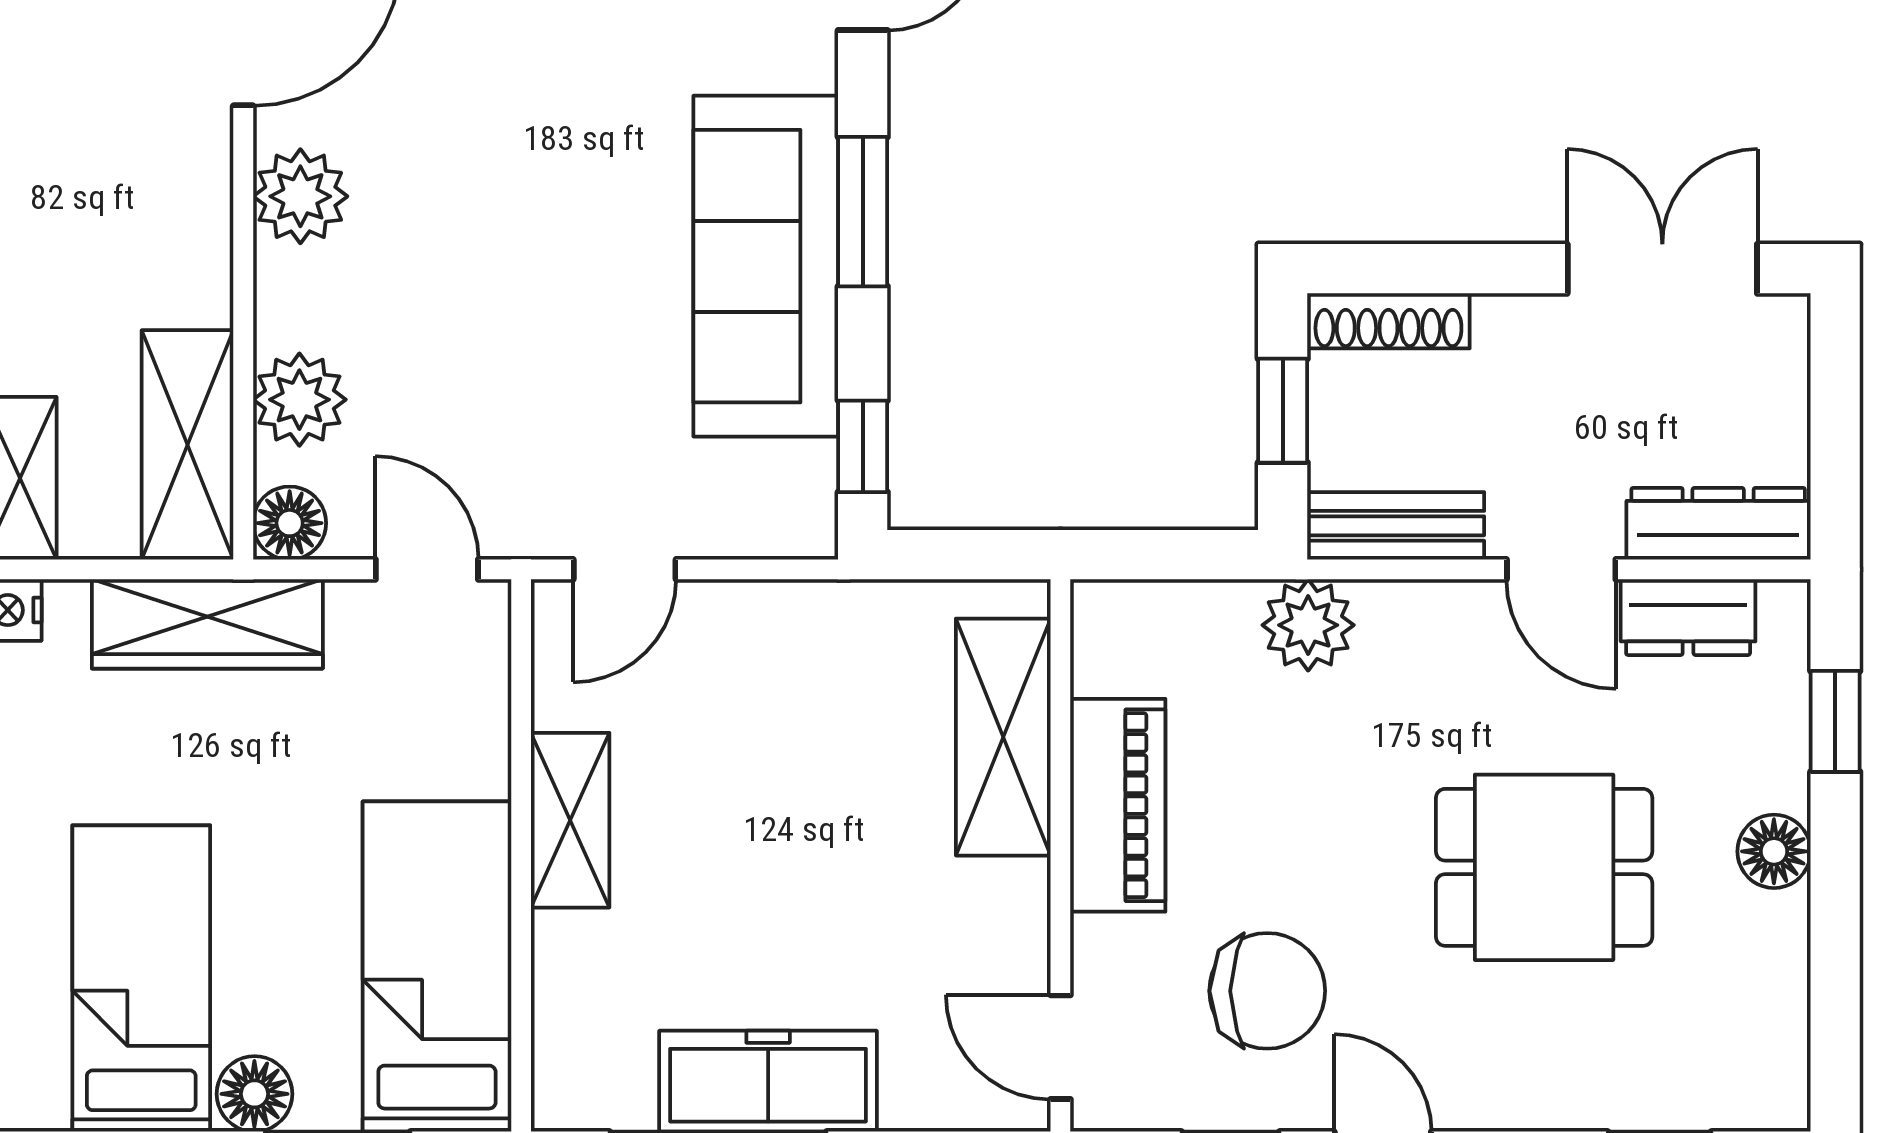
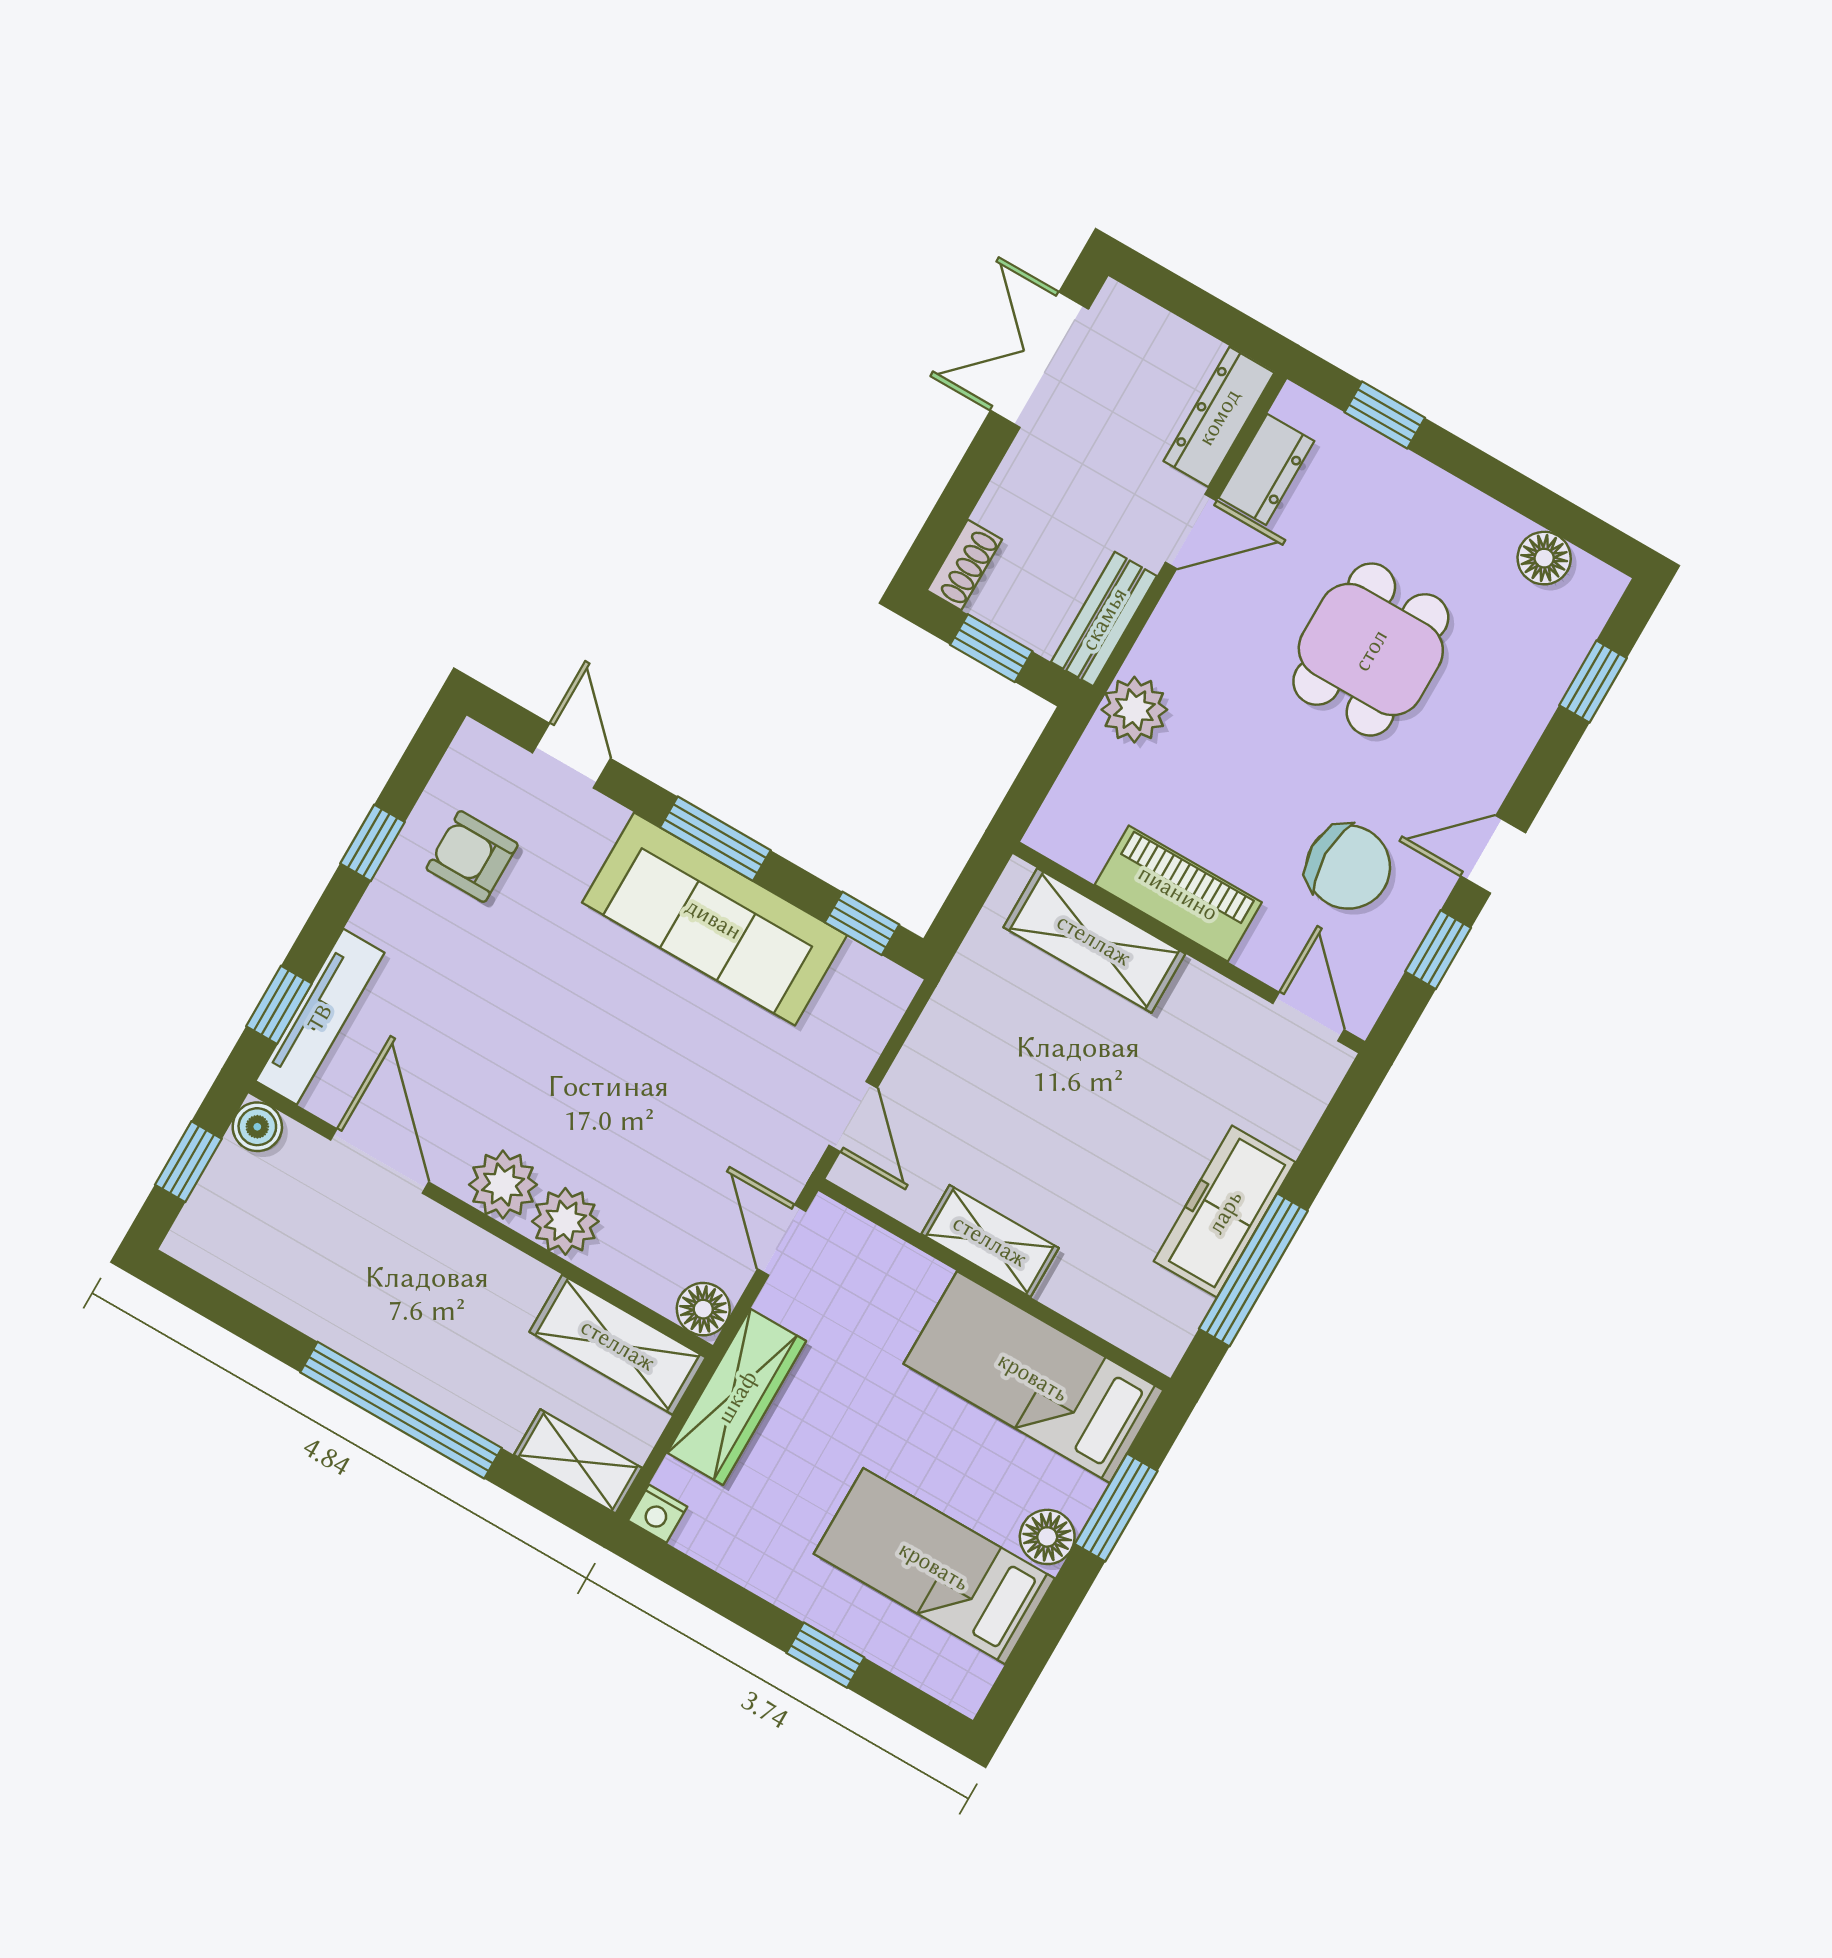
shoe rack: (1388, 321) -> (964, 565), width x0.70
plant: (299, 400) -> (565, 1221), moved
door: (427, 569) -> (782, 1240), hinge flipped
floor lamp: (1774, 851) -> (1544, 558), moved
chair: (1267, 991) -> (1348, 867), turned 90
door: (1060, 1047) -> (1309, 1017), swing flipped

